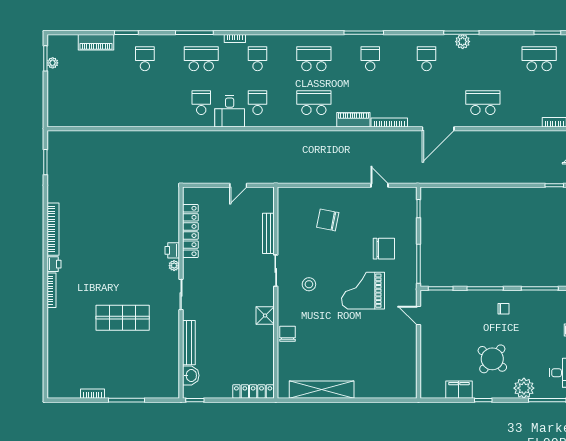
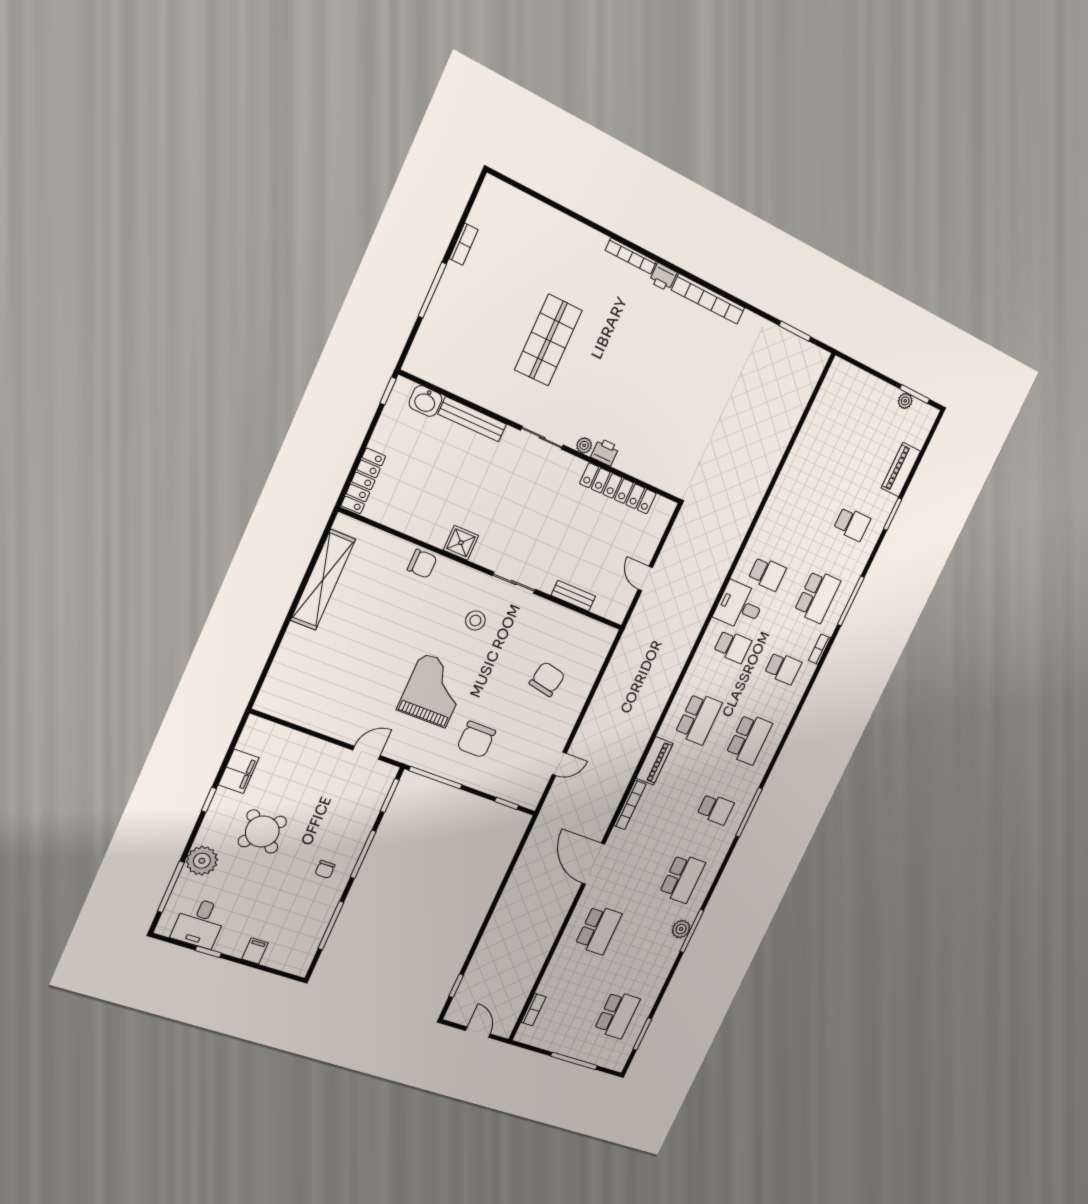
school desk: (427, 59) -> (682, 878), width x1.85
bench: (268, 233) -> (573, 596), width x0.73

